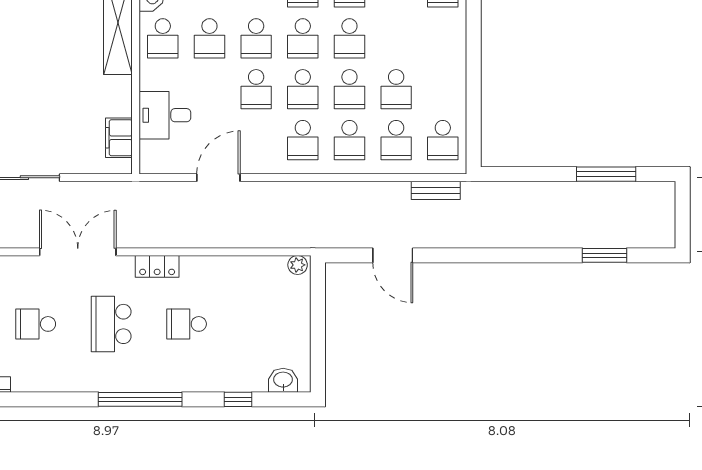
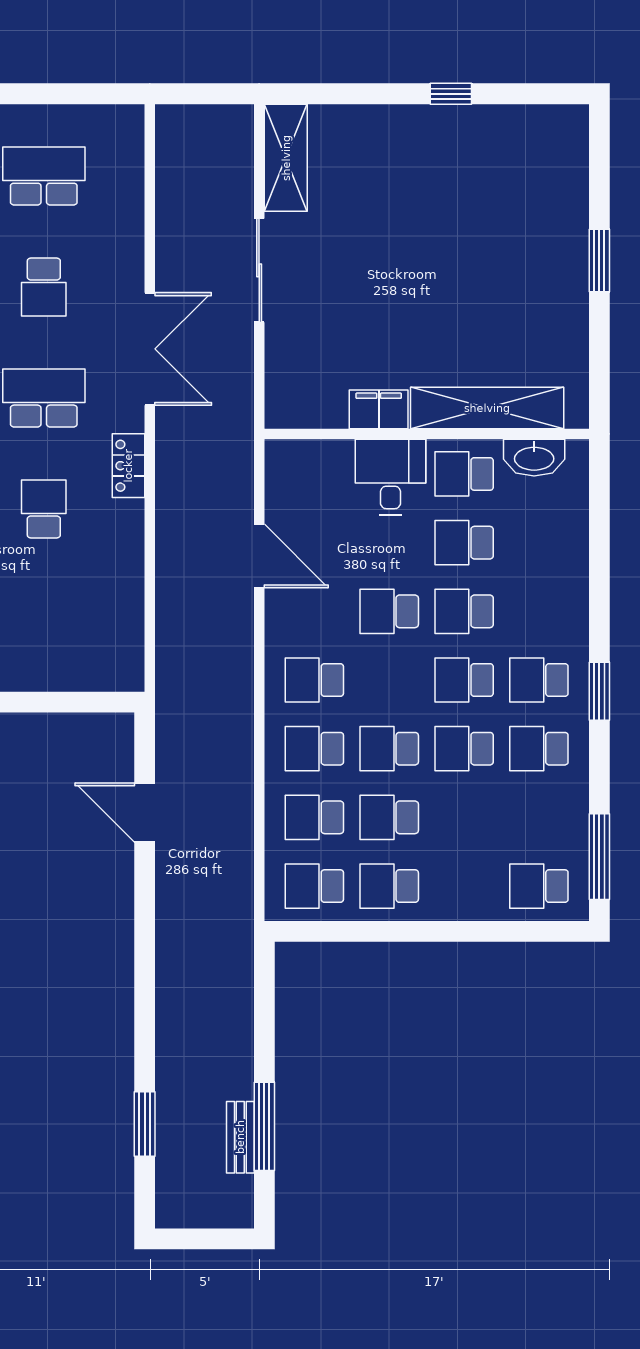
school desk: (303, 89) -> (389, 886), moved
desk: (165, 115) -> (391, 477), moved
filing cabinet: (119, 138) -> (379, 409), moved
bench: (436, 190) -> (240, 1137), moved
door: (393, 255) -> (145, 812), hinge flipped
plant: (298, 265) -> (131, 672), removed
school desk: (36, 324) -> (44, 287), turned 180

